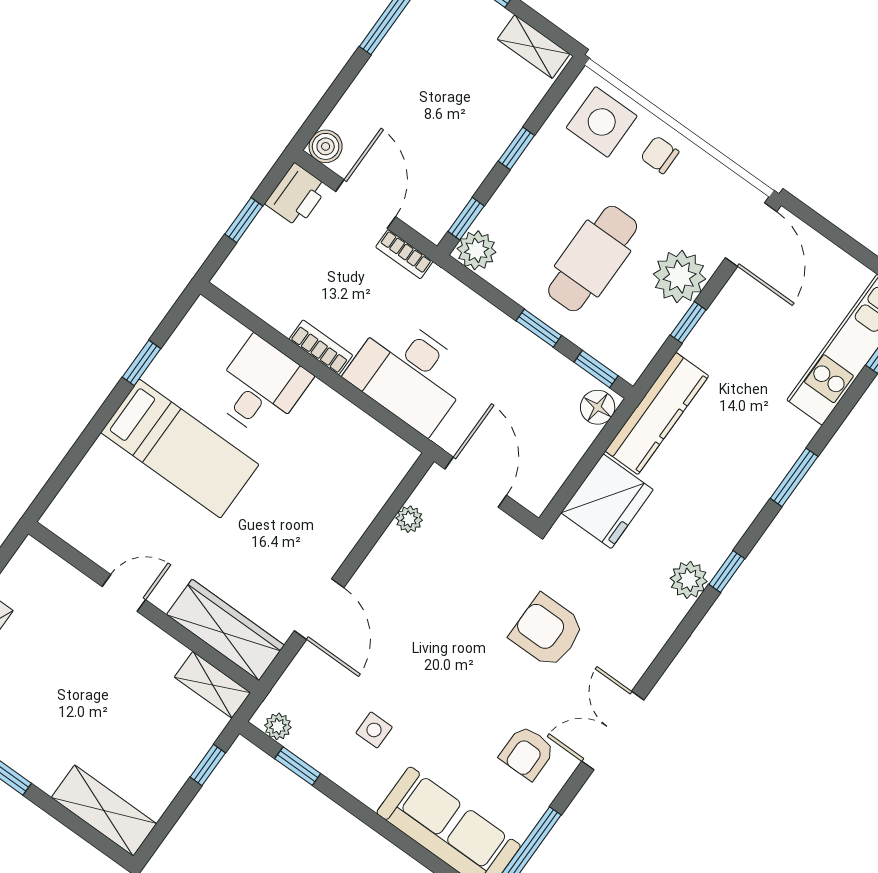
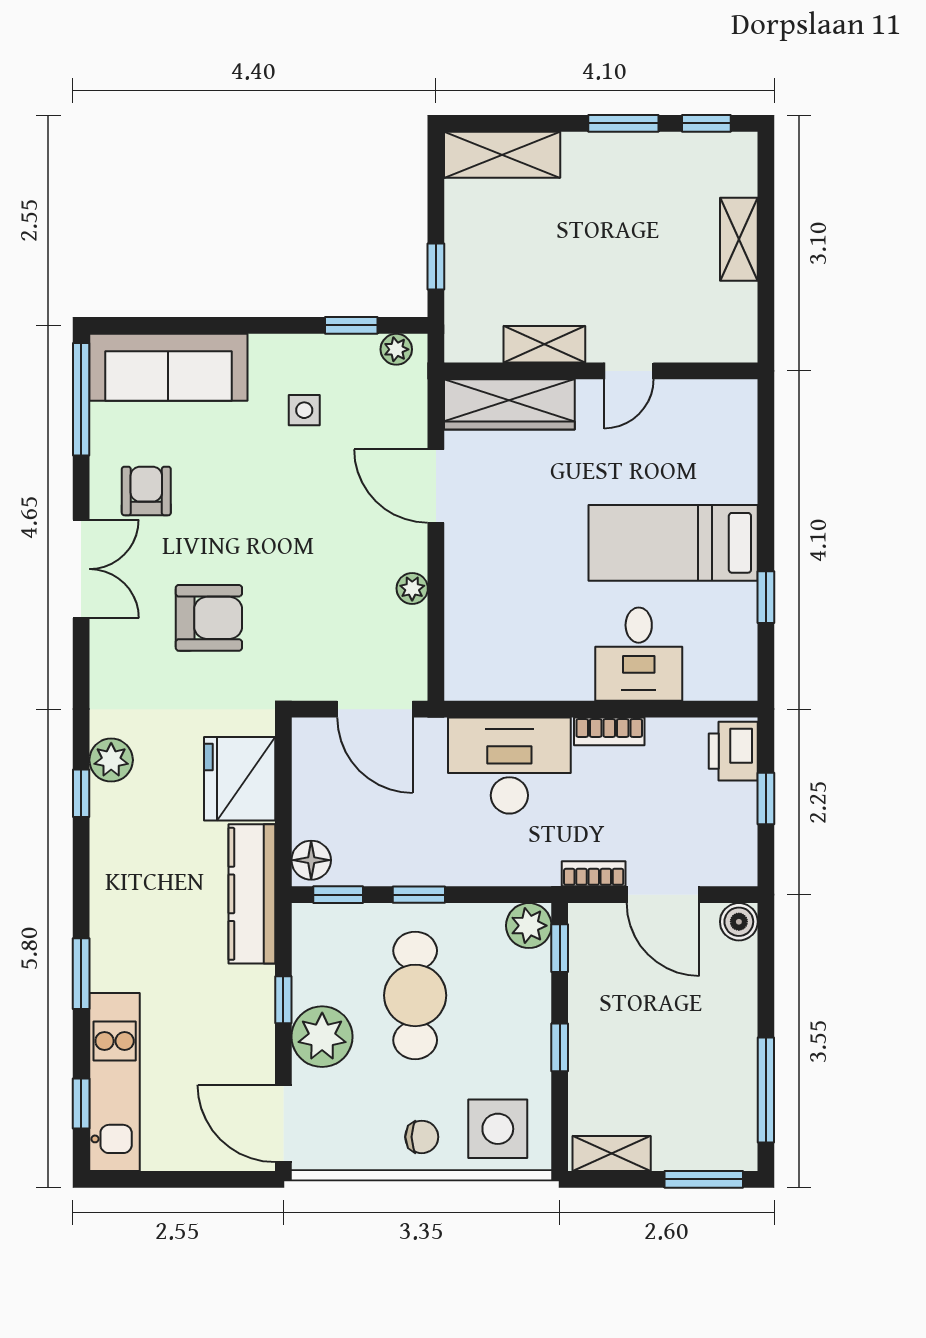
printer: (297, 195) -> (733, 751), moved
window: (794, 477) -> (81, 974), moved
plant: (409, 519) -> (412, 588), moved
shelving: (212, 685) -> (544, 344), moved

